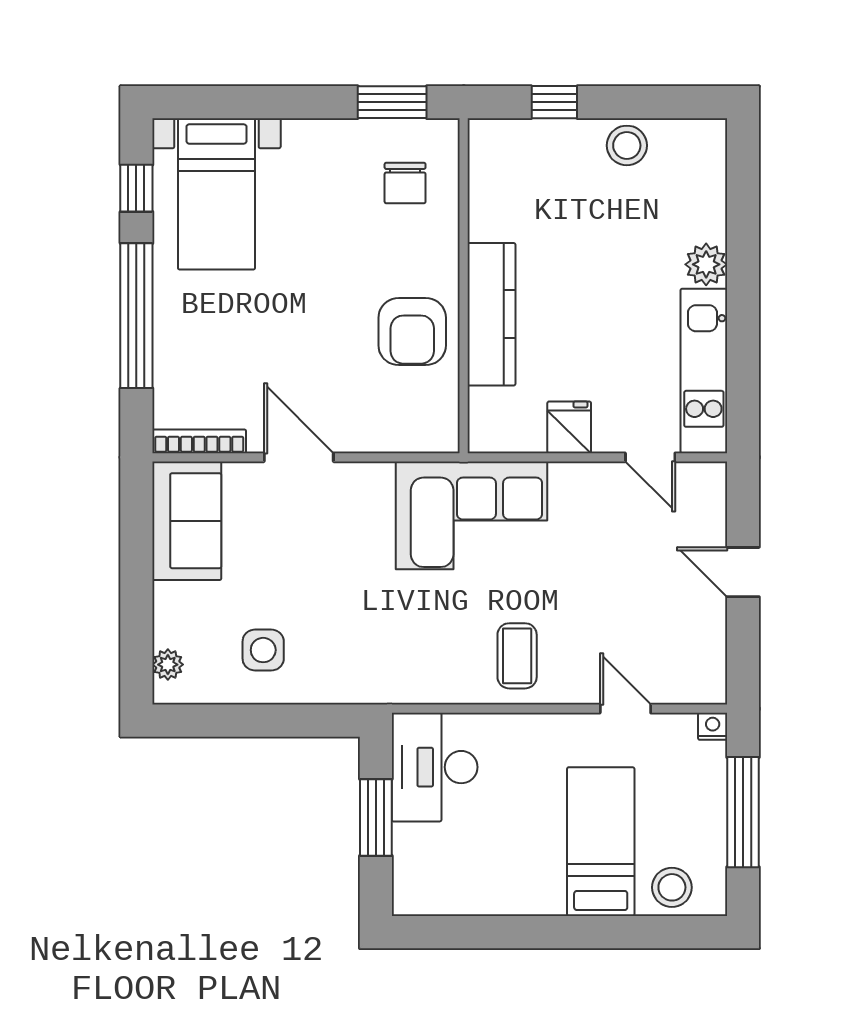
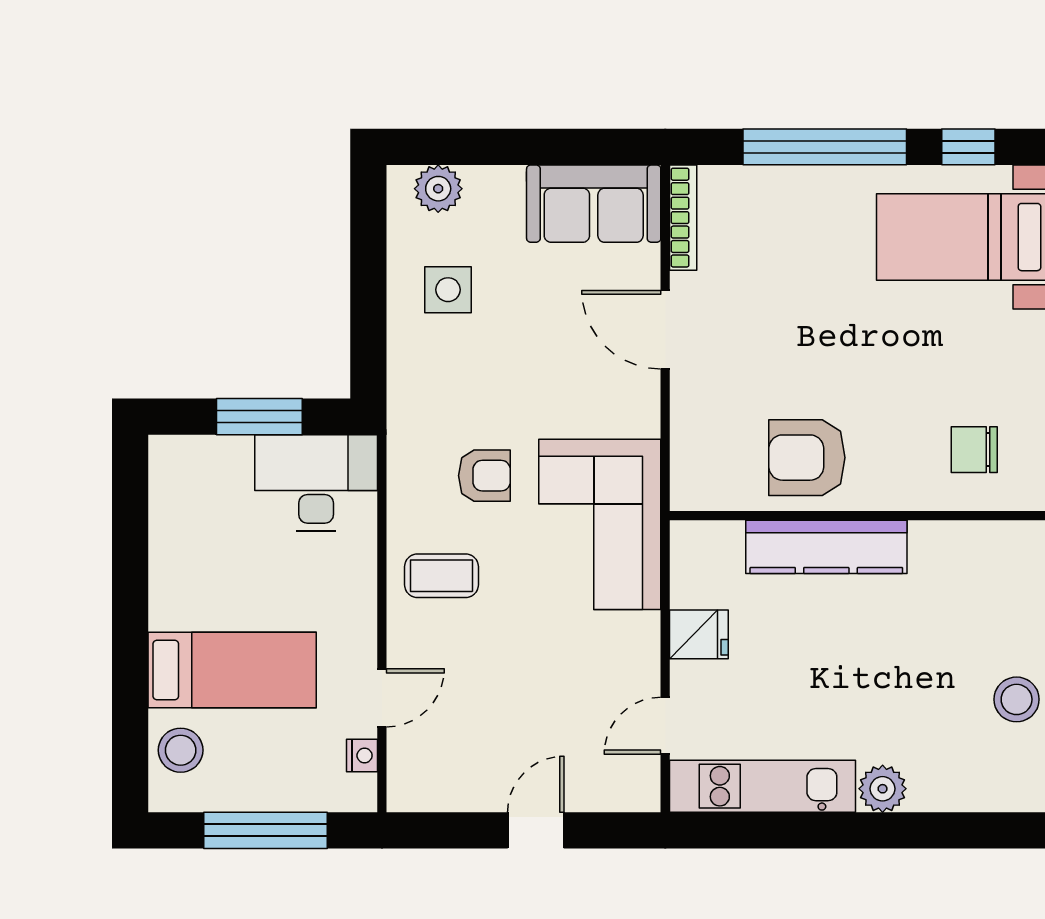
door: (299, 457) -> (665, 330), swing flipped
armchair: (428, 618) -> (484, 476), added
plant: (168, 665) -> (438, 189), width x1.38, depth x1.38
nightstand: (713, 726) -> (362, 755), moved

